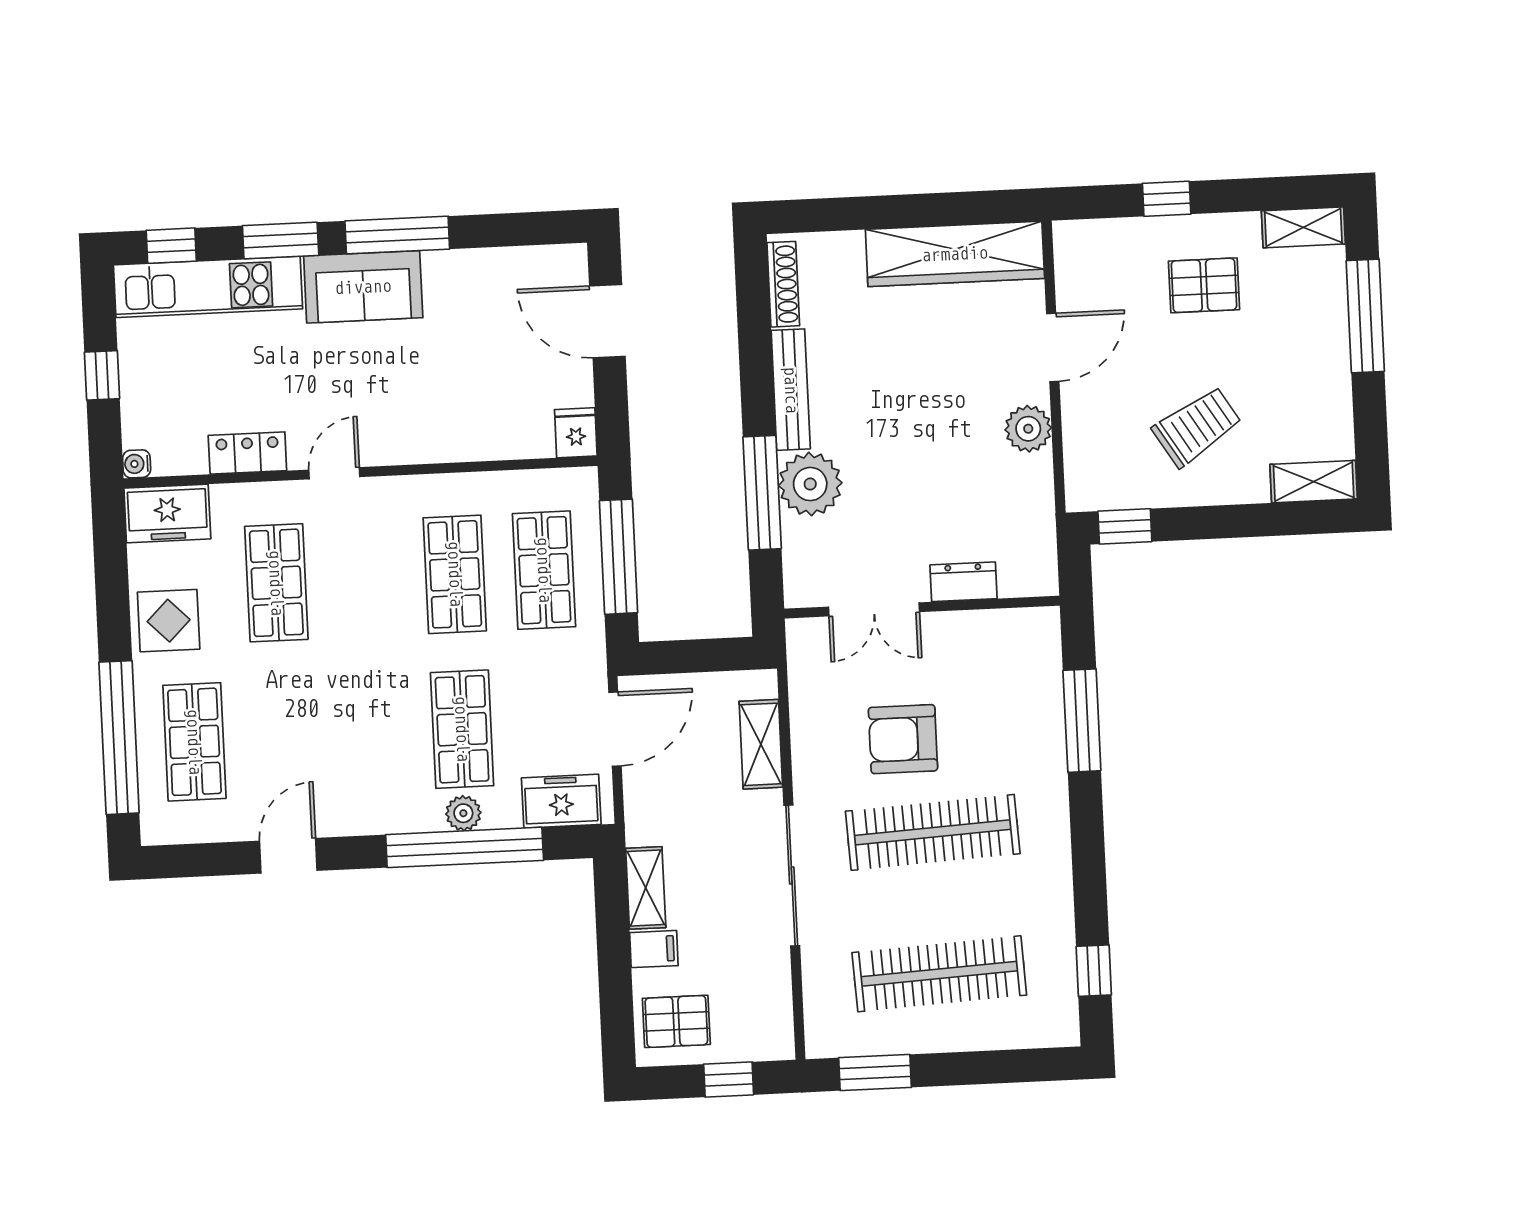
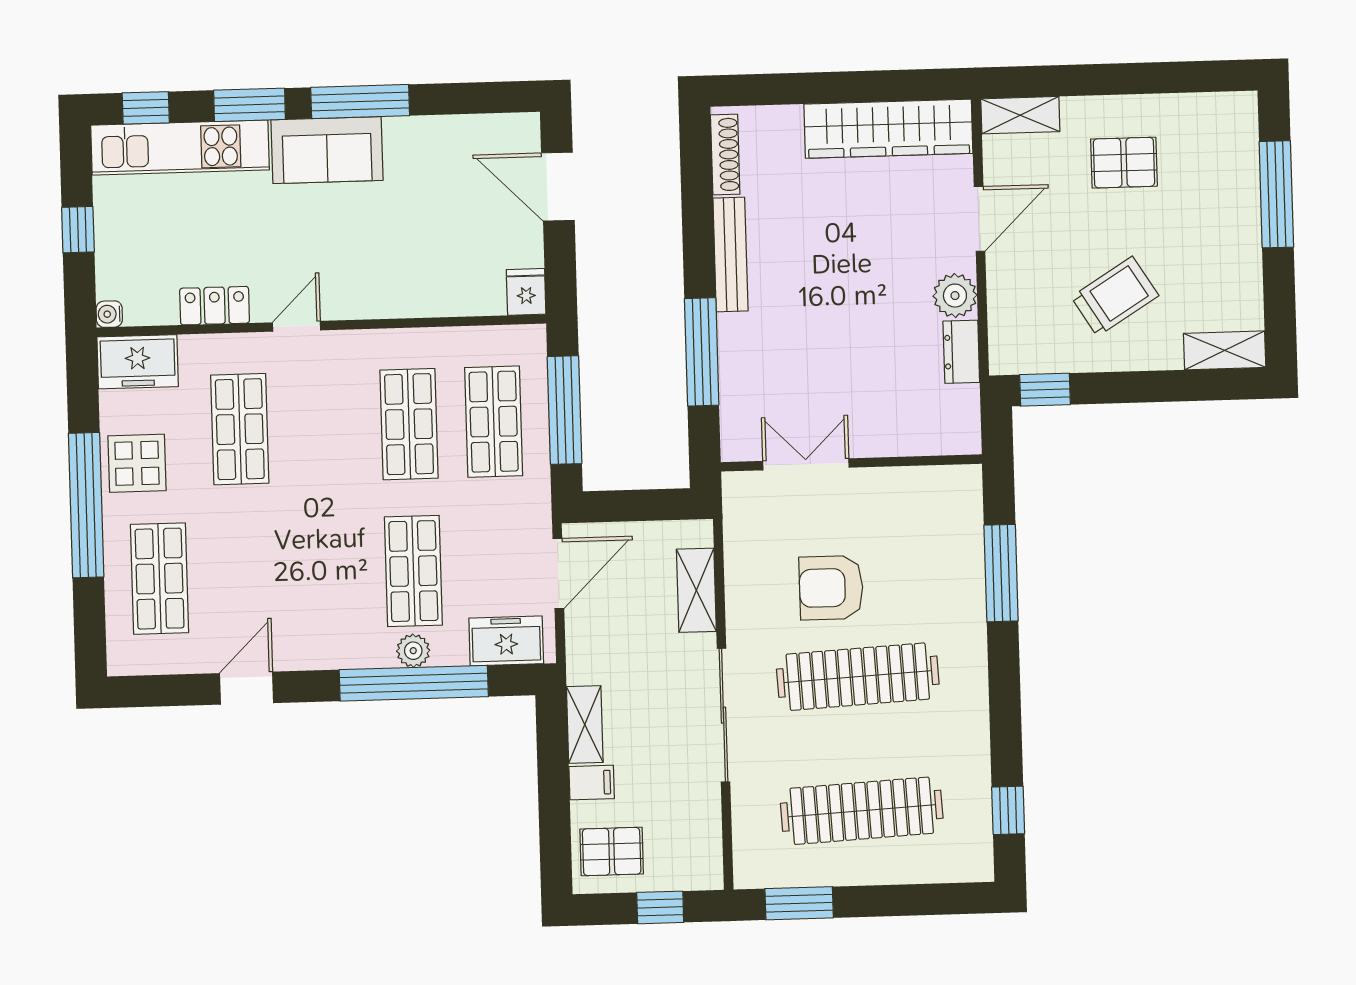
window: (1167, 199) -> (1090, 80), removed
shelving: (1303, 227) -> (1020, 115), moved
plant: (810, 484) -> (747, 344), removed
dresser: (963, 582) -> (961, 352), moved, turned -90
double door: (874, 609) -> (806, 464), swing flipped
window: (119, 738) -> (86, 505), moved

